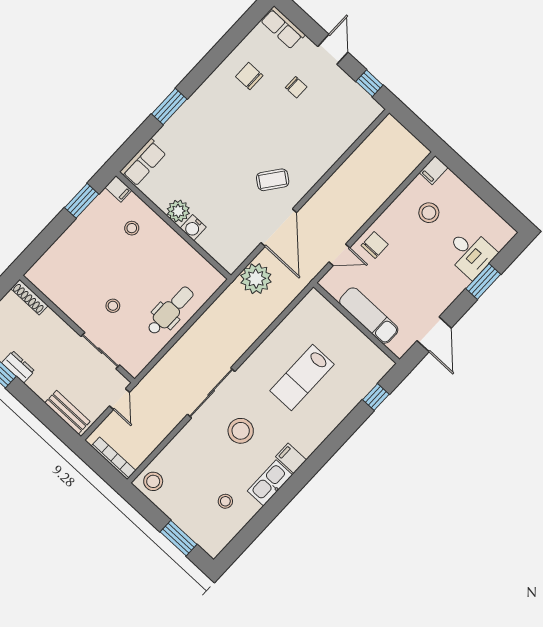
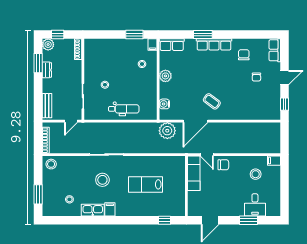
row of seats: (197, 104) -> (214, 44), added
water cooler: (193, 228) -> (164, 104), moved
exam couch: (369, 316) -> (194, 173), moved

